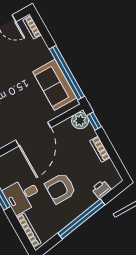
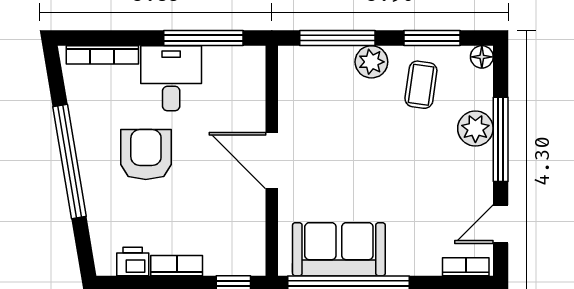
plant: (80, 121) -> (249, 259), removed
door: (33, 134) -> (272, 161), width x0.73
printer: (101, 189) -> (133, 262), moved, turned -80

